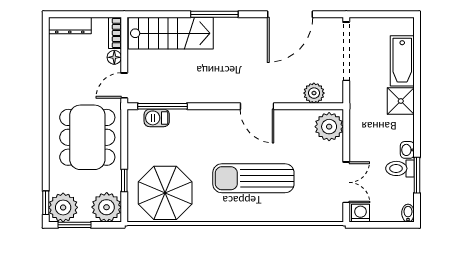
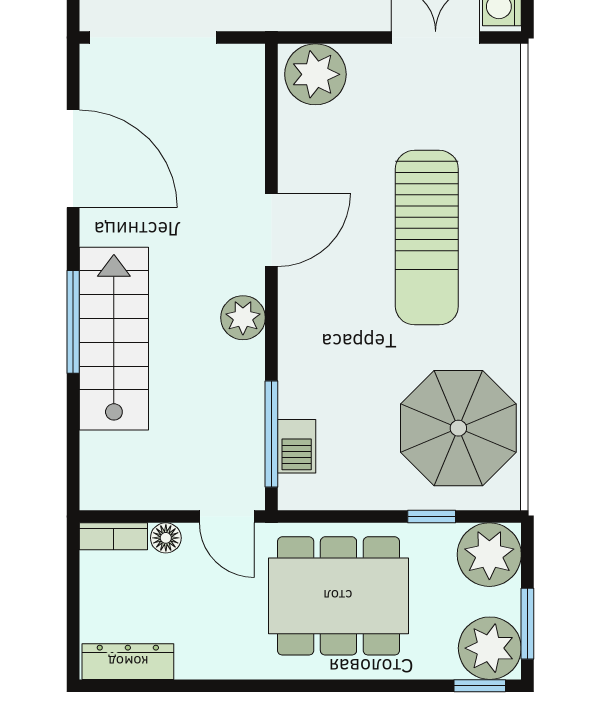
dresser: (70, 26) -> (128, 662), moved, turned -90
stairs: (171, 33) -> (114, 339), moved
plant: (314, 93) -> (243, 318), moved

